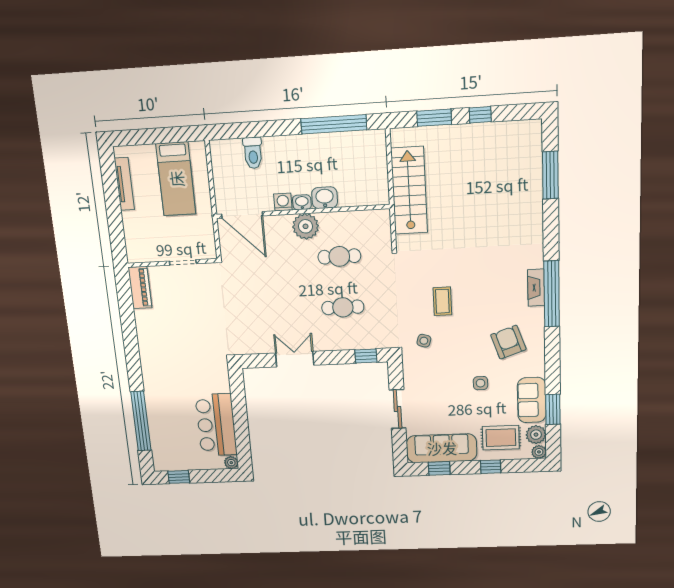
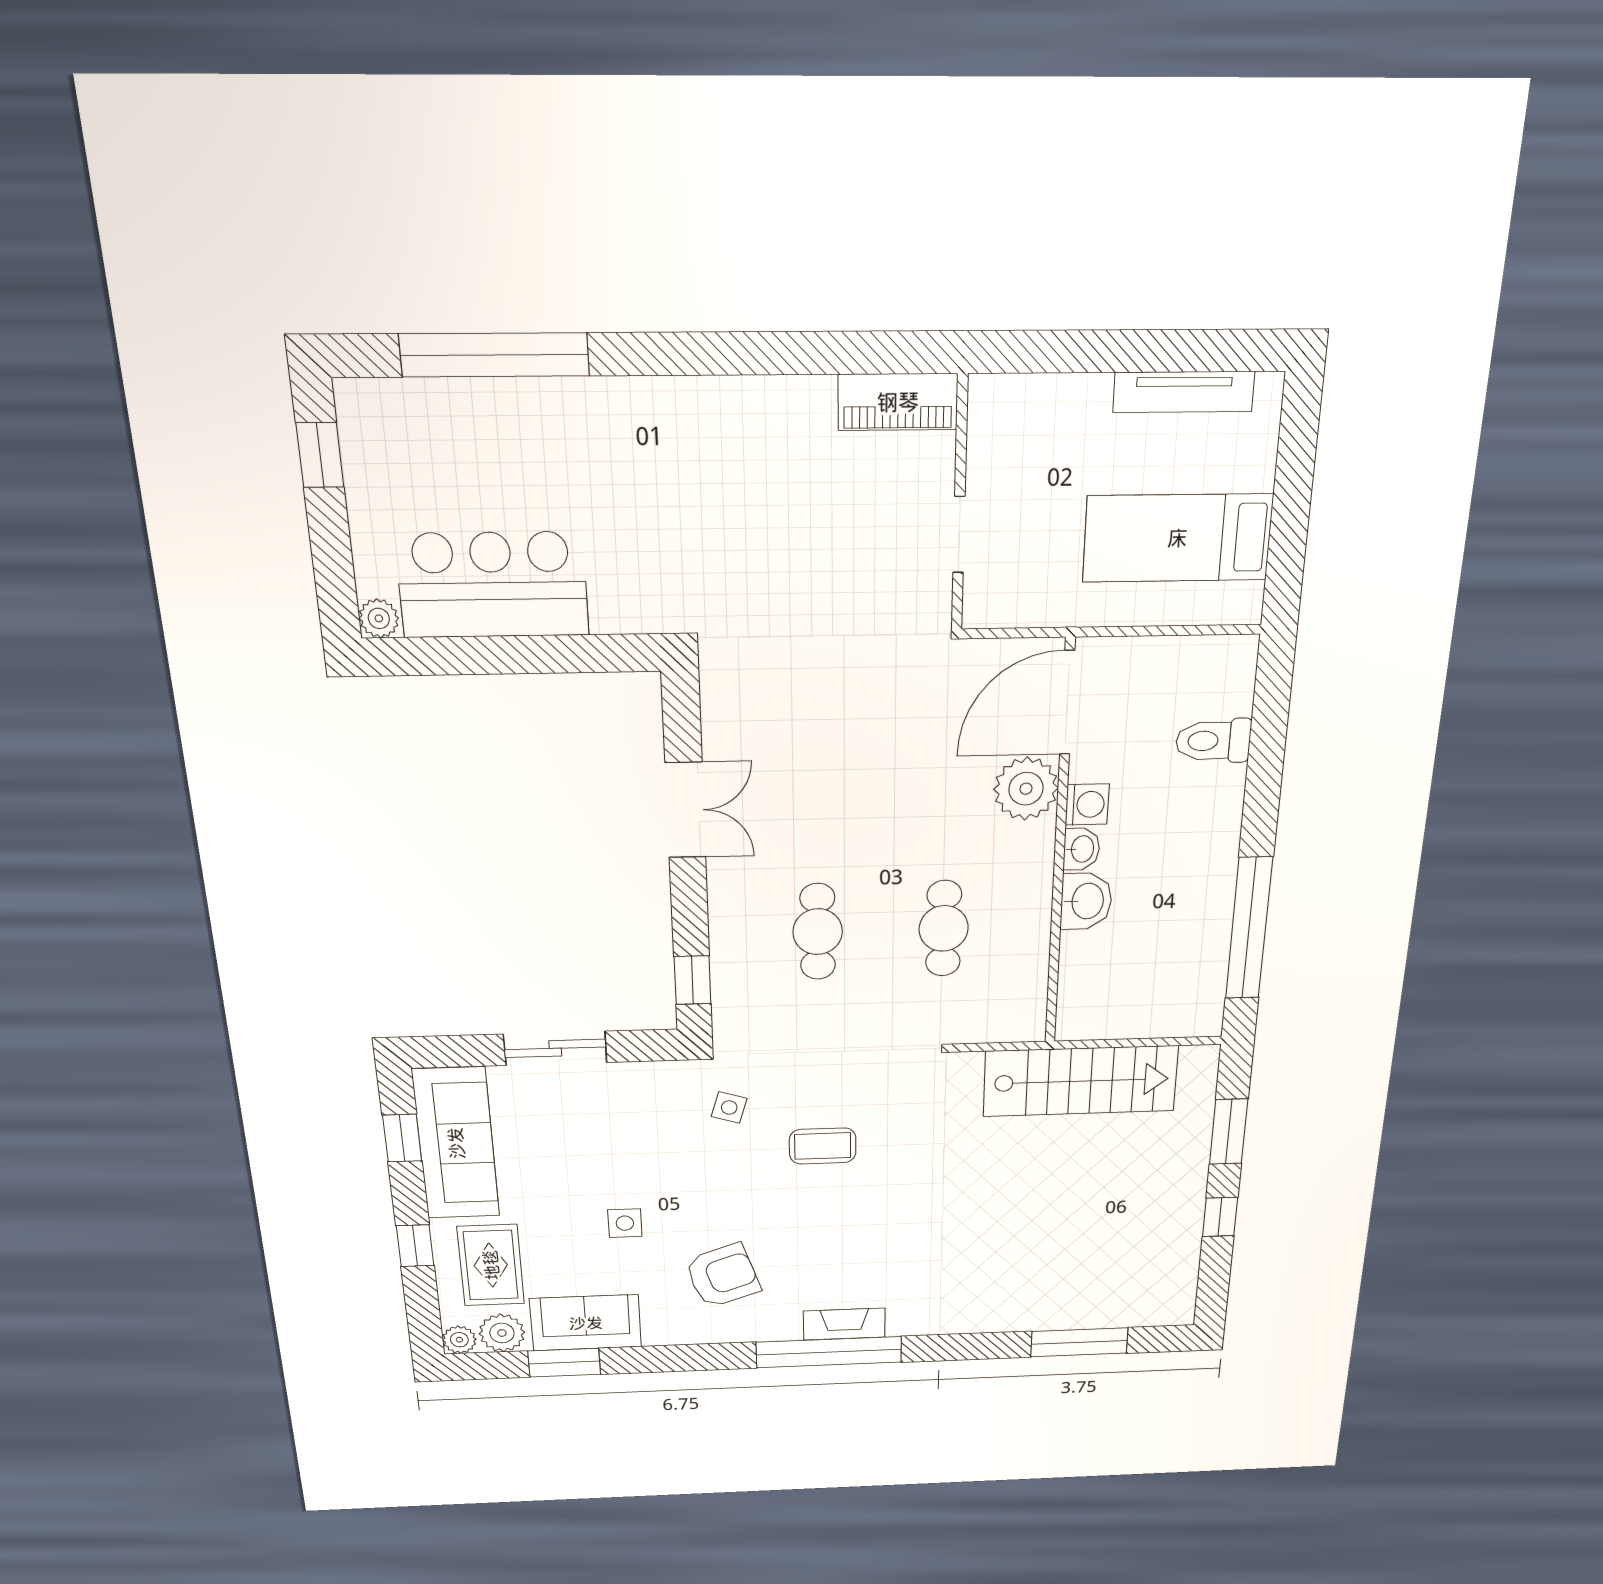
plant: (306, 226) -> (1026, 789), moved

